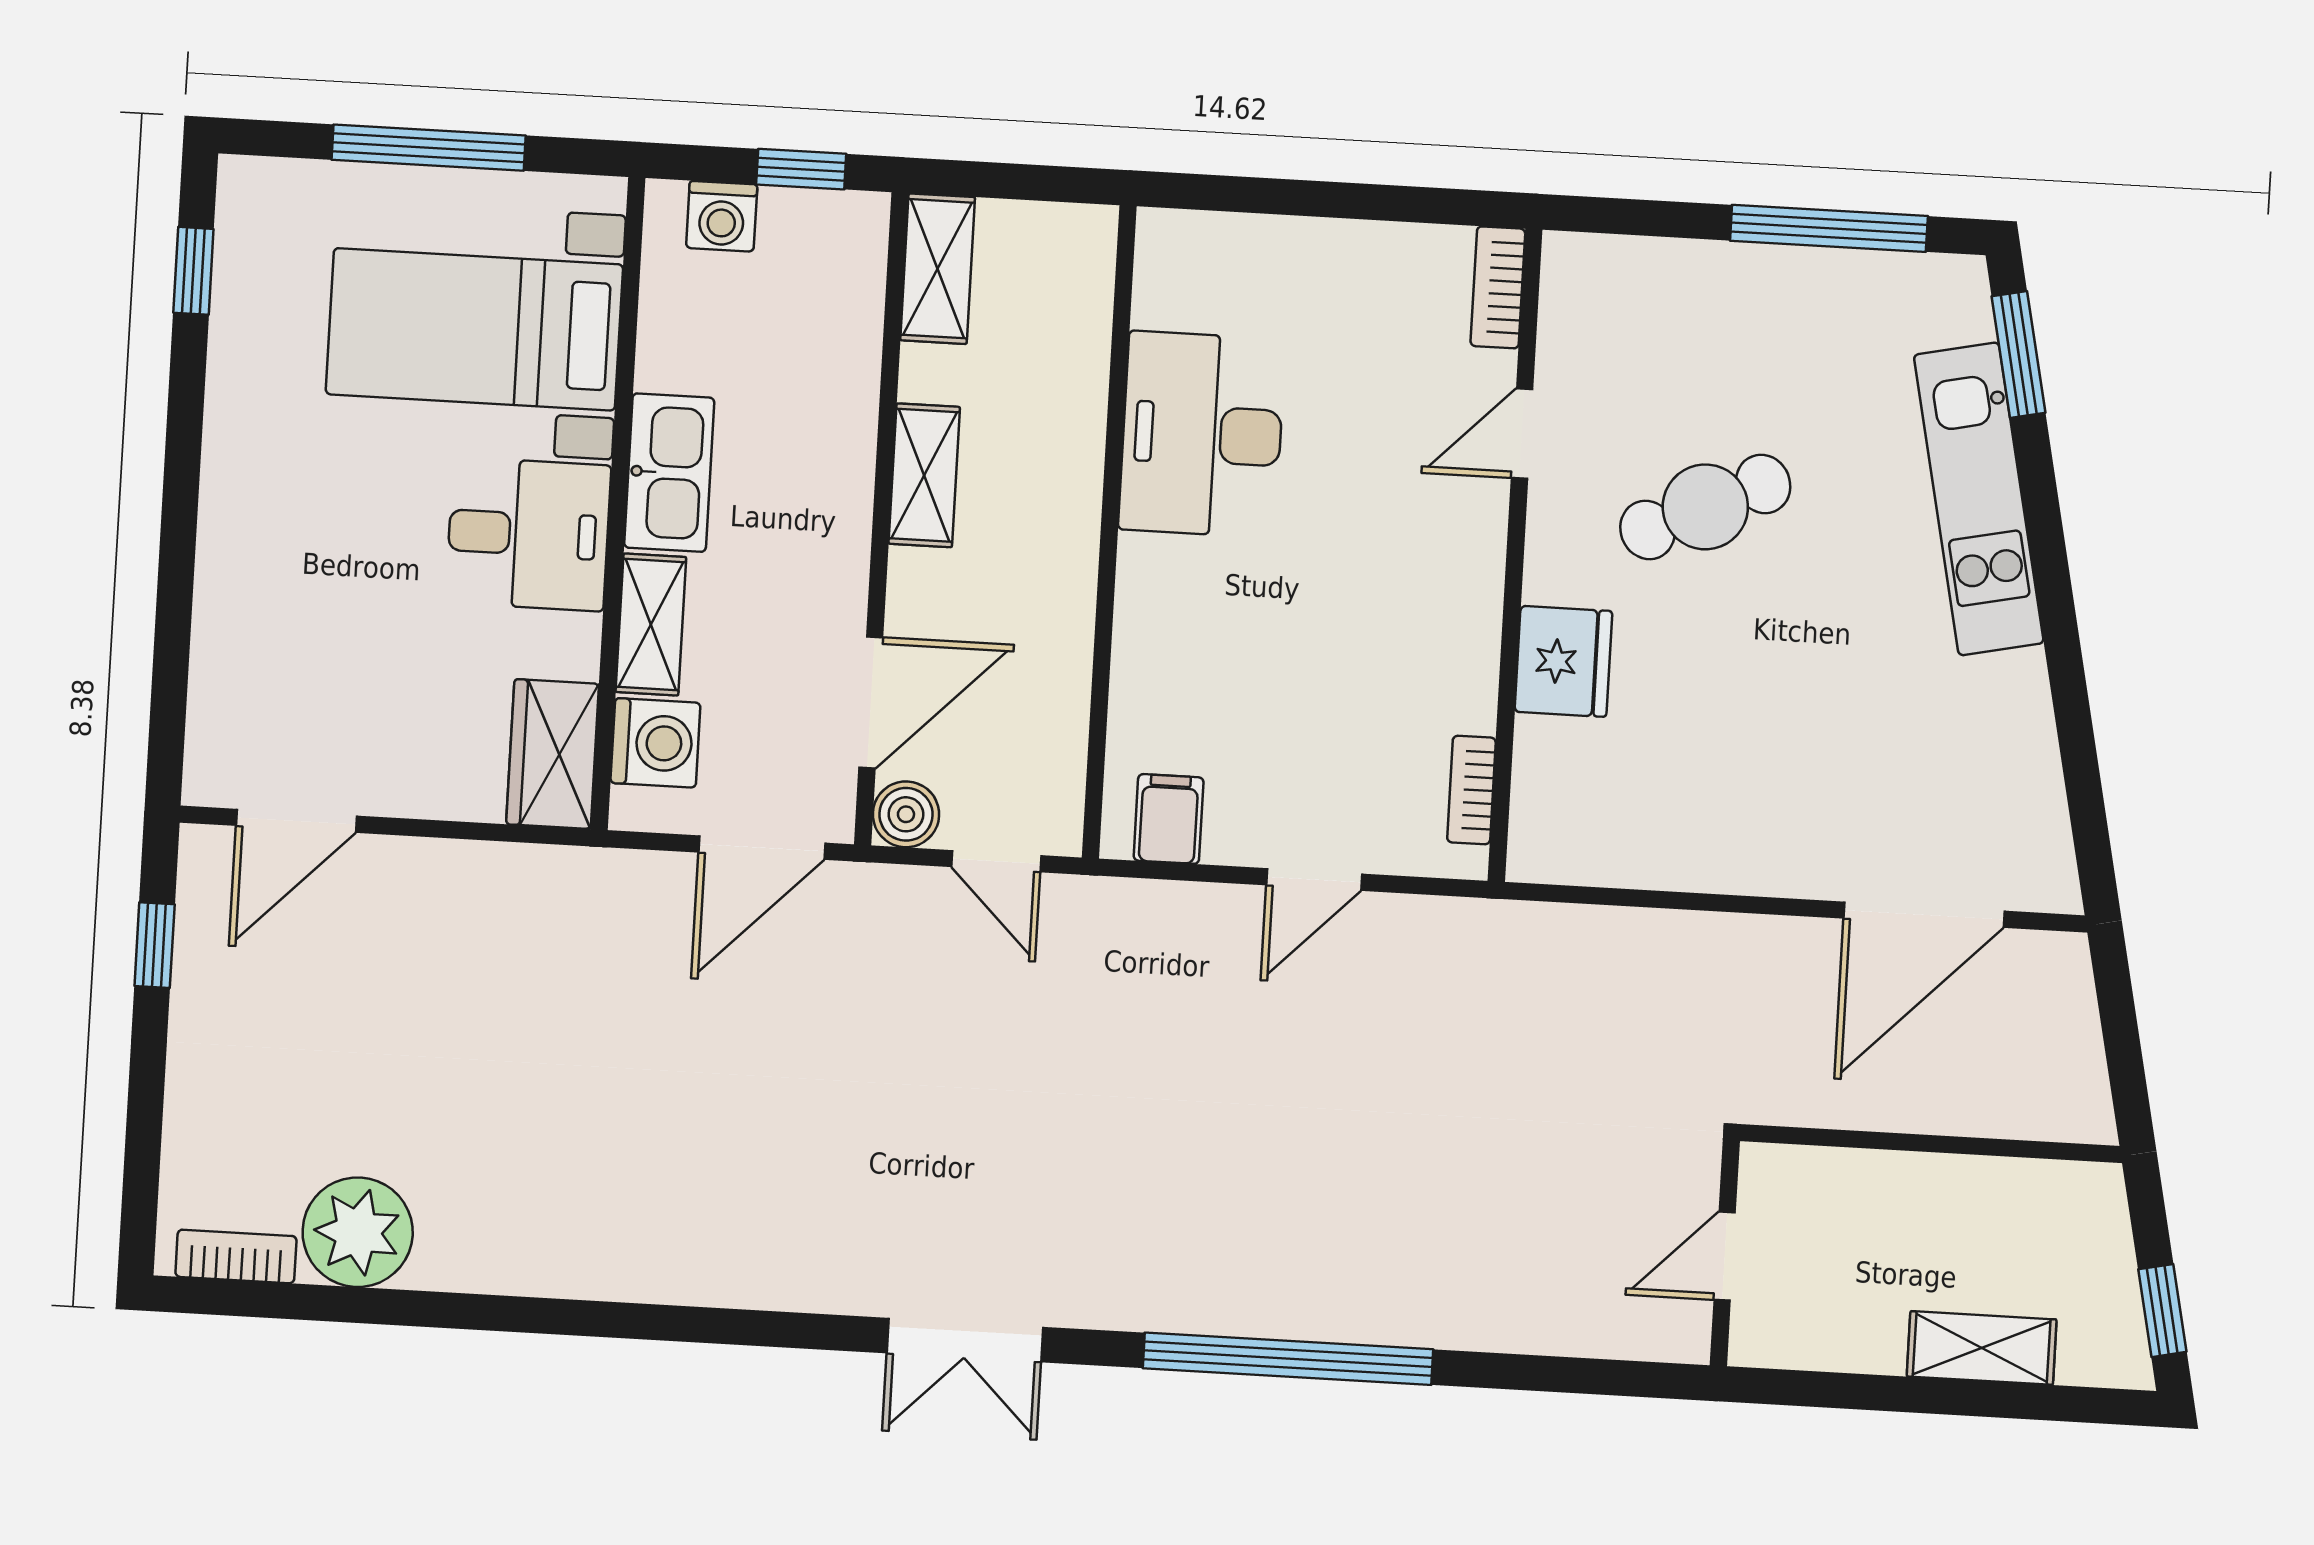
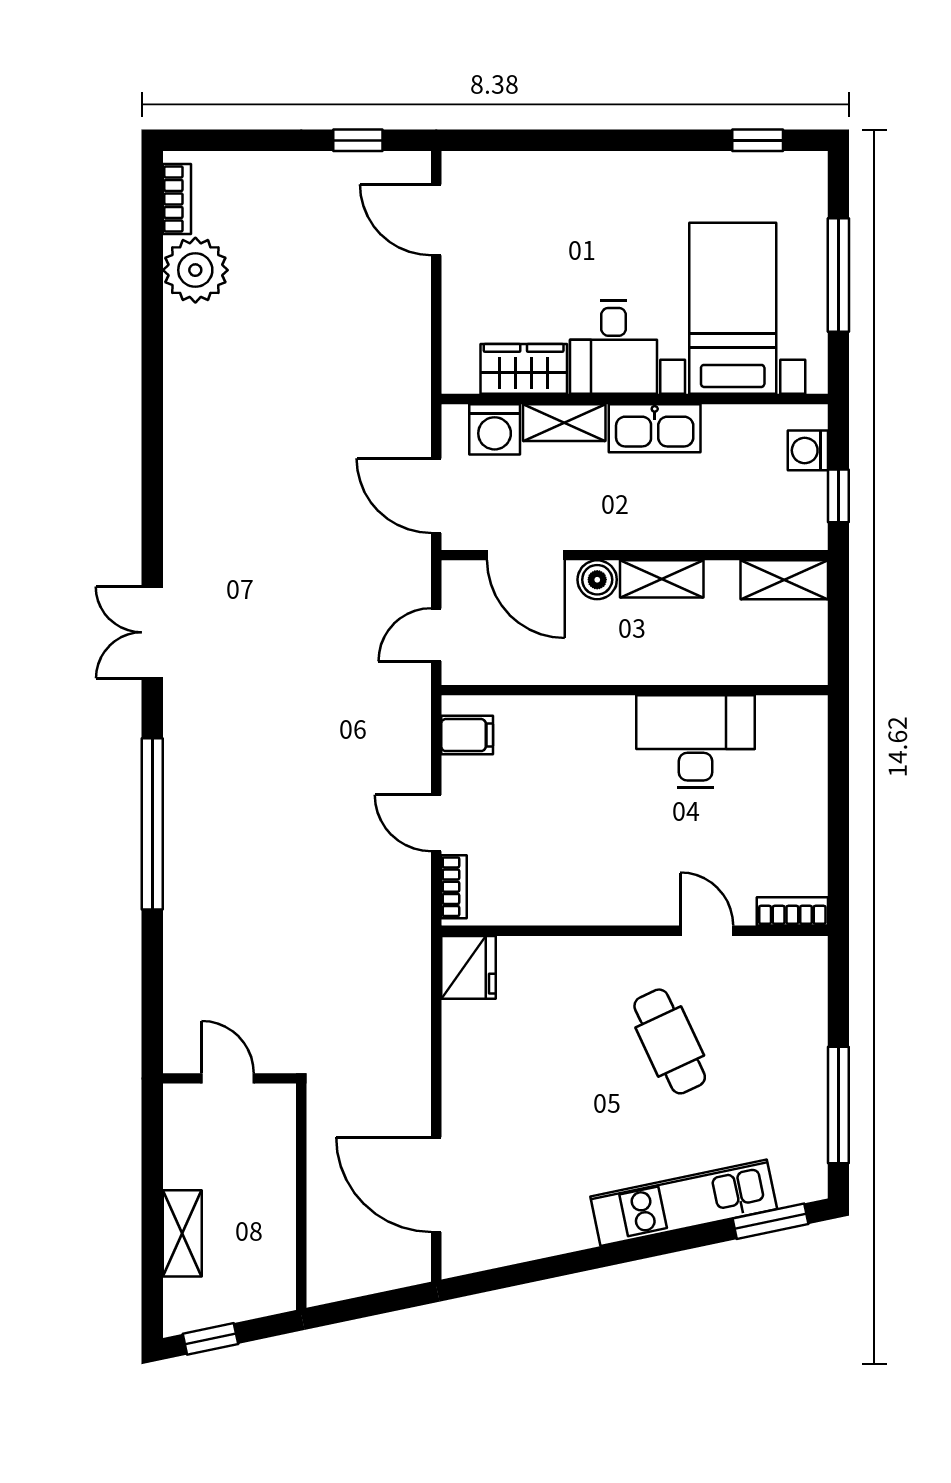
fridge: (1563, 661) -> (468, 967), moved, turned -90
wardrobe: (553, 754) -> (524, 369), moved
bookcase: (1471, 790) -> (454, 887), moved, turned 90
boiler: (906, 814) -> (597, 580), moved

